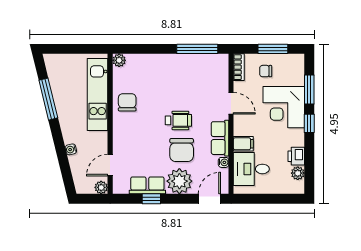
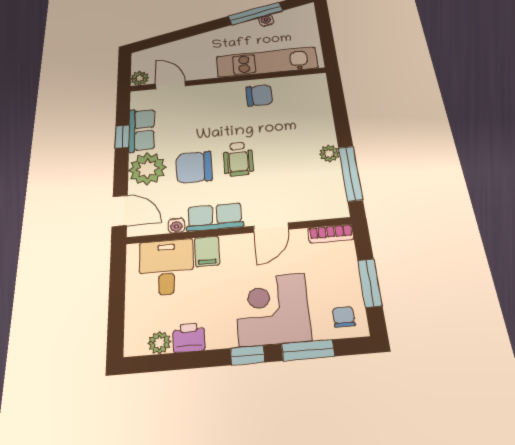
plant: (119, 60) -> (329, 154), moved
chair: (266, 71) -> (344, 317), moved
water cooler: (71, 149) -> (266, 21), moved

